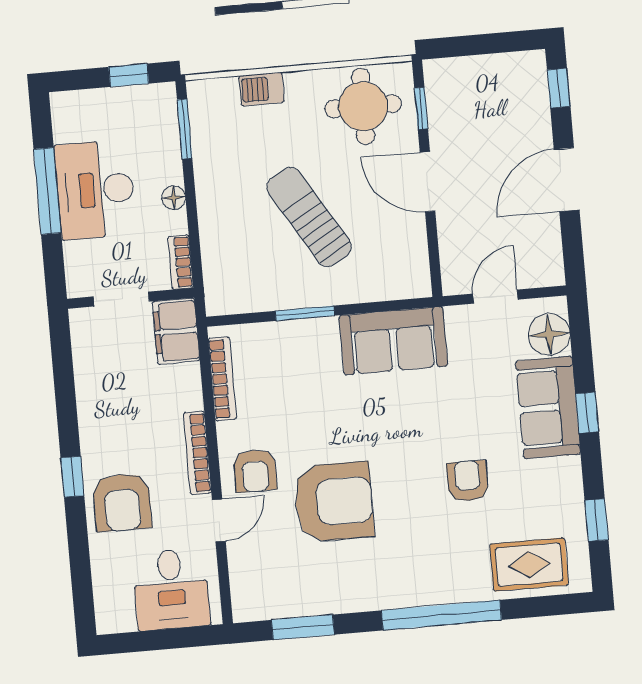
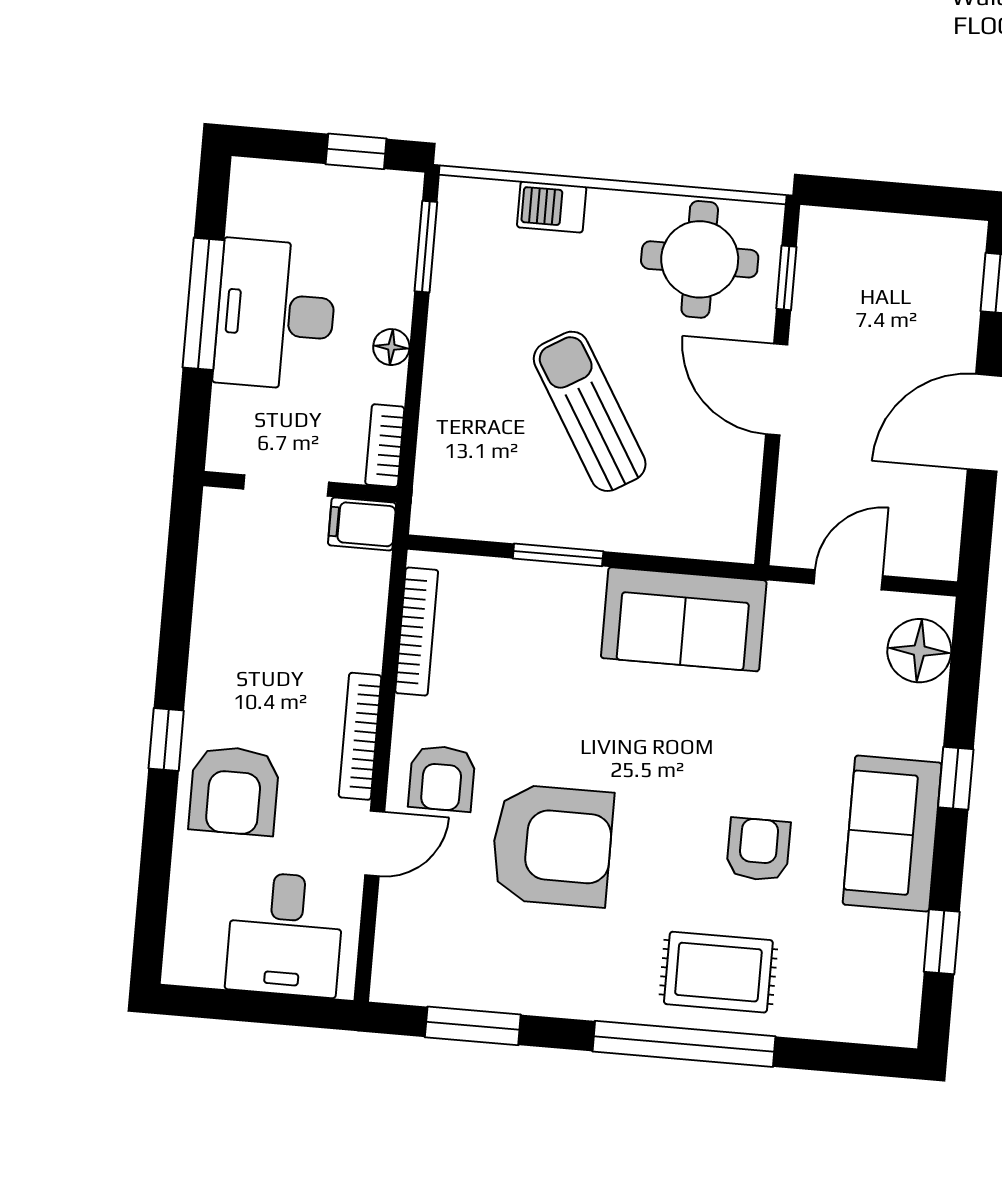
filing cabinet: (176, 331) -> (362, 524), width x0.50
sofa: (548, 408) -> (892, 834), moved
rug: (529, 565) -> (718, 972), moved

